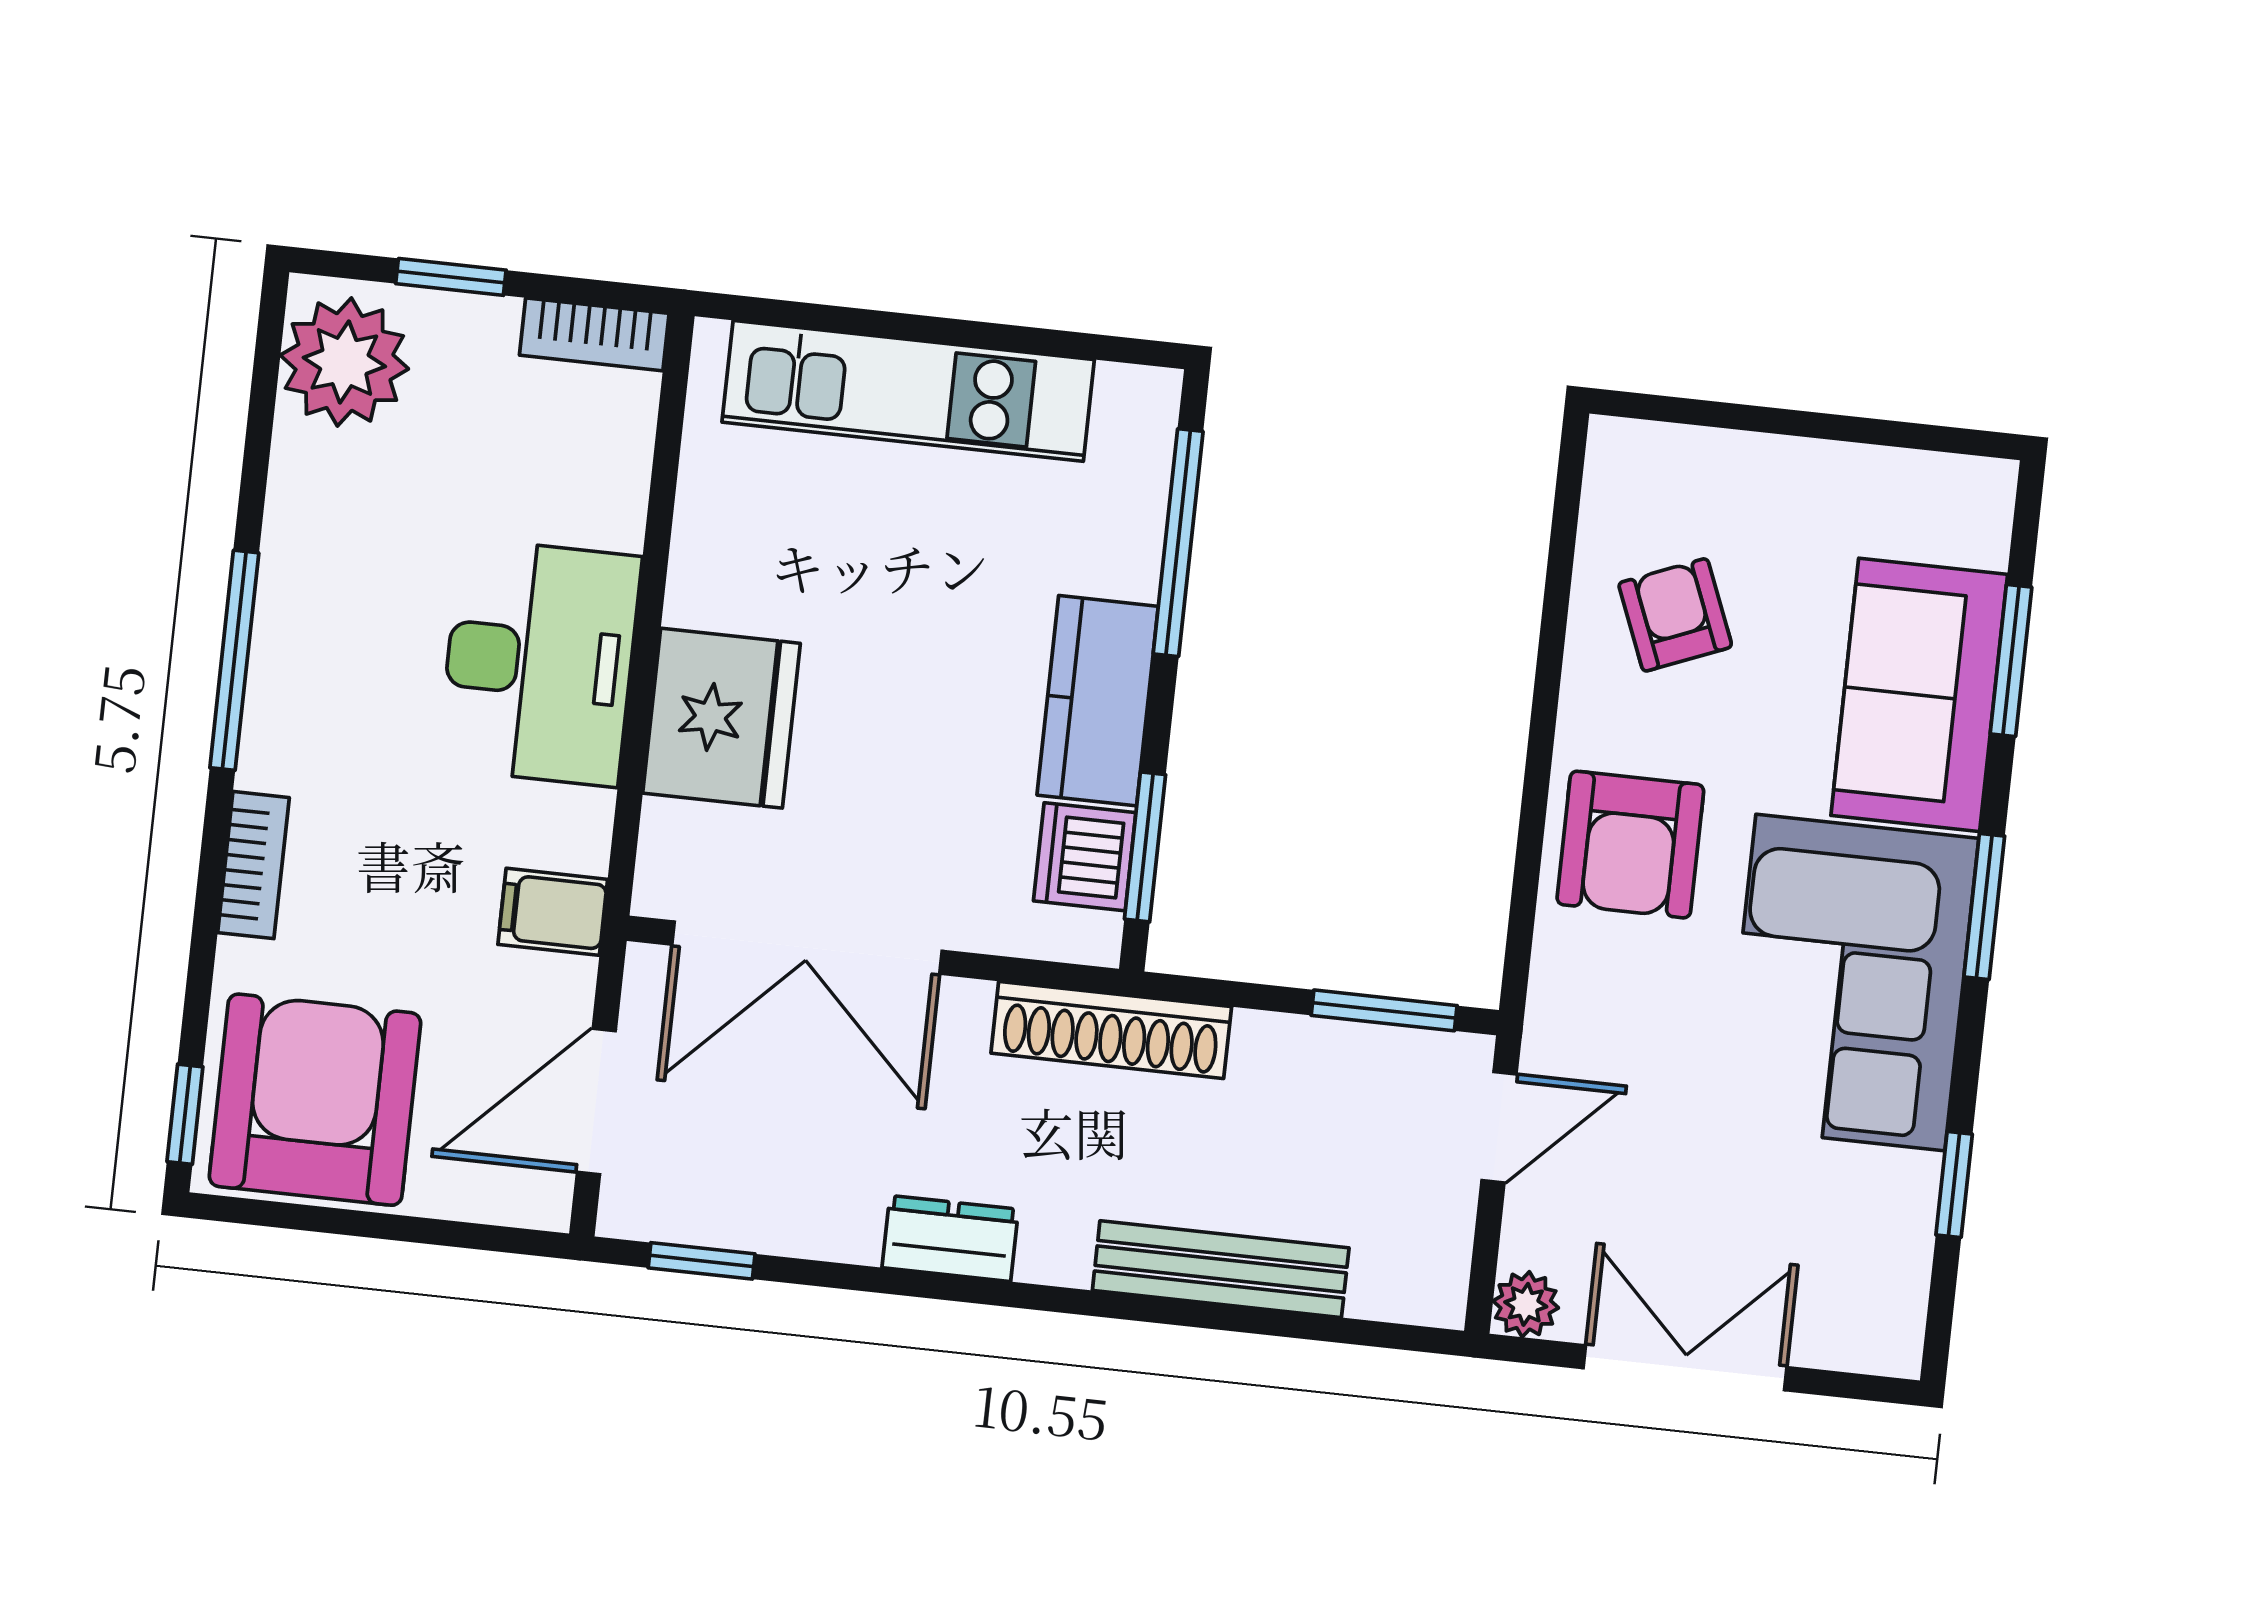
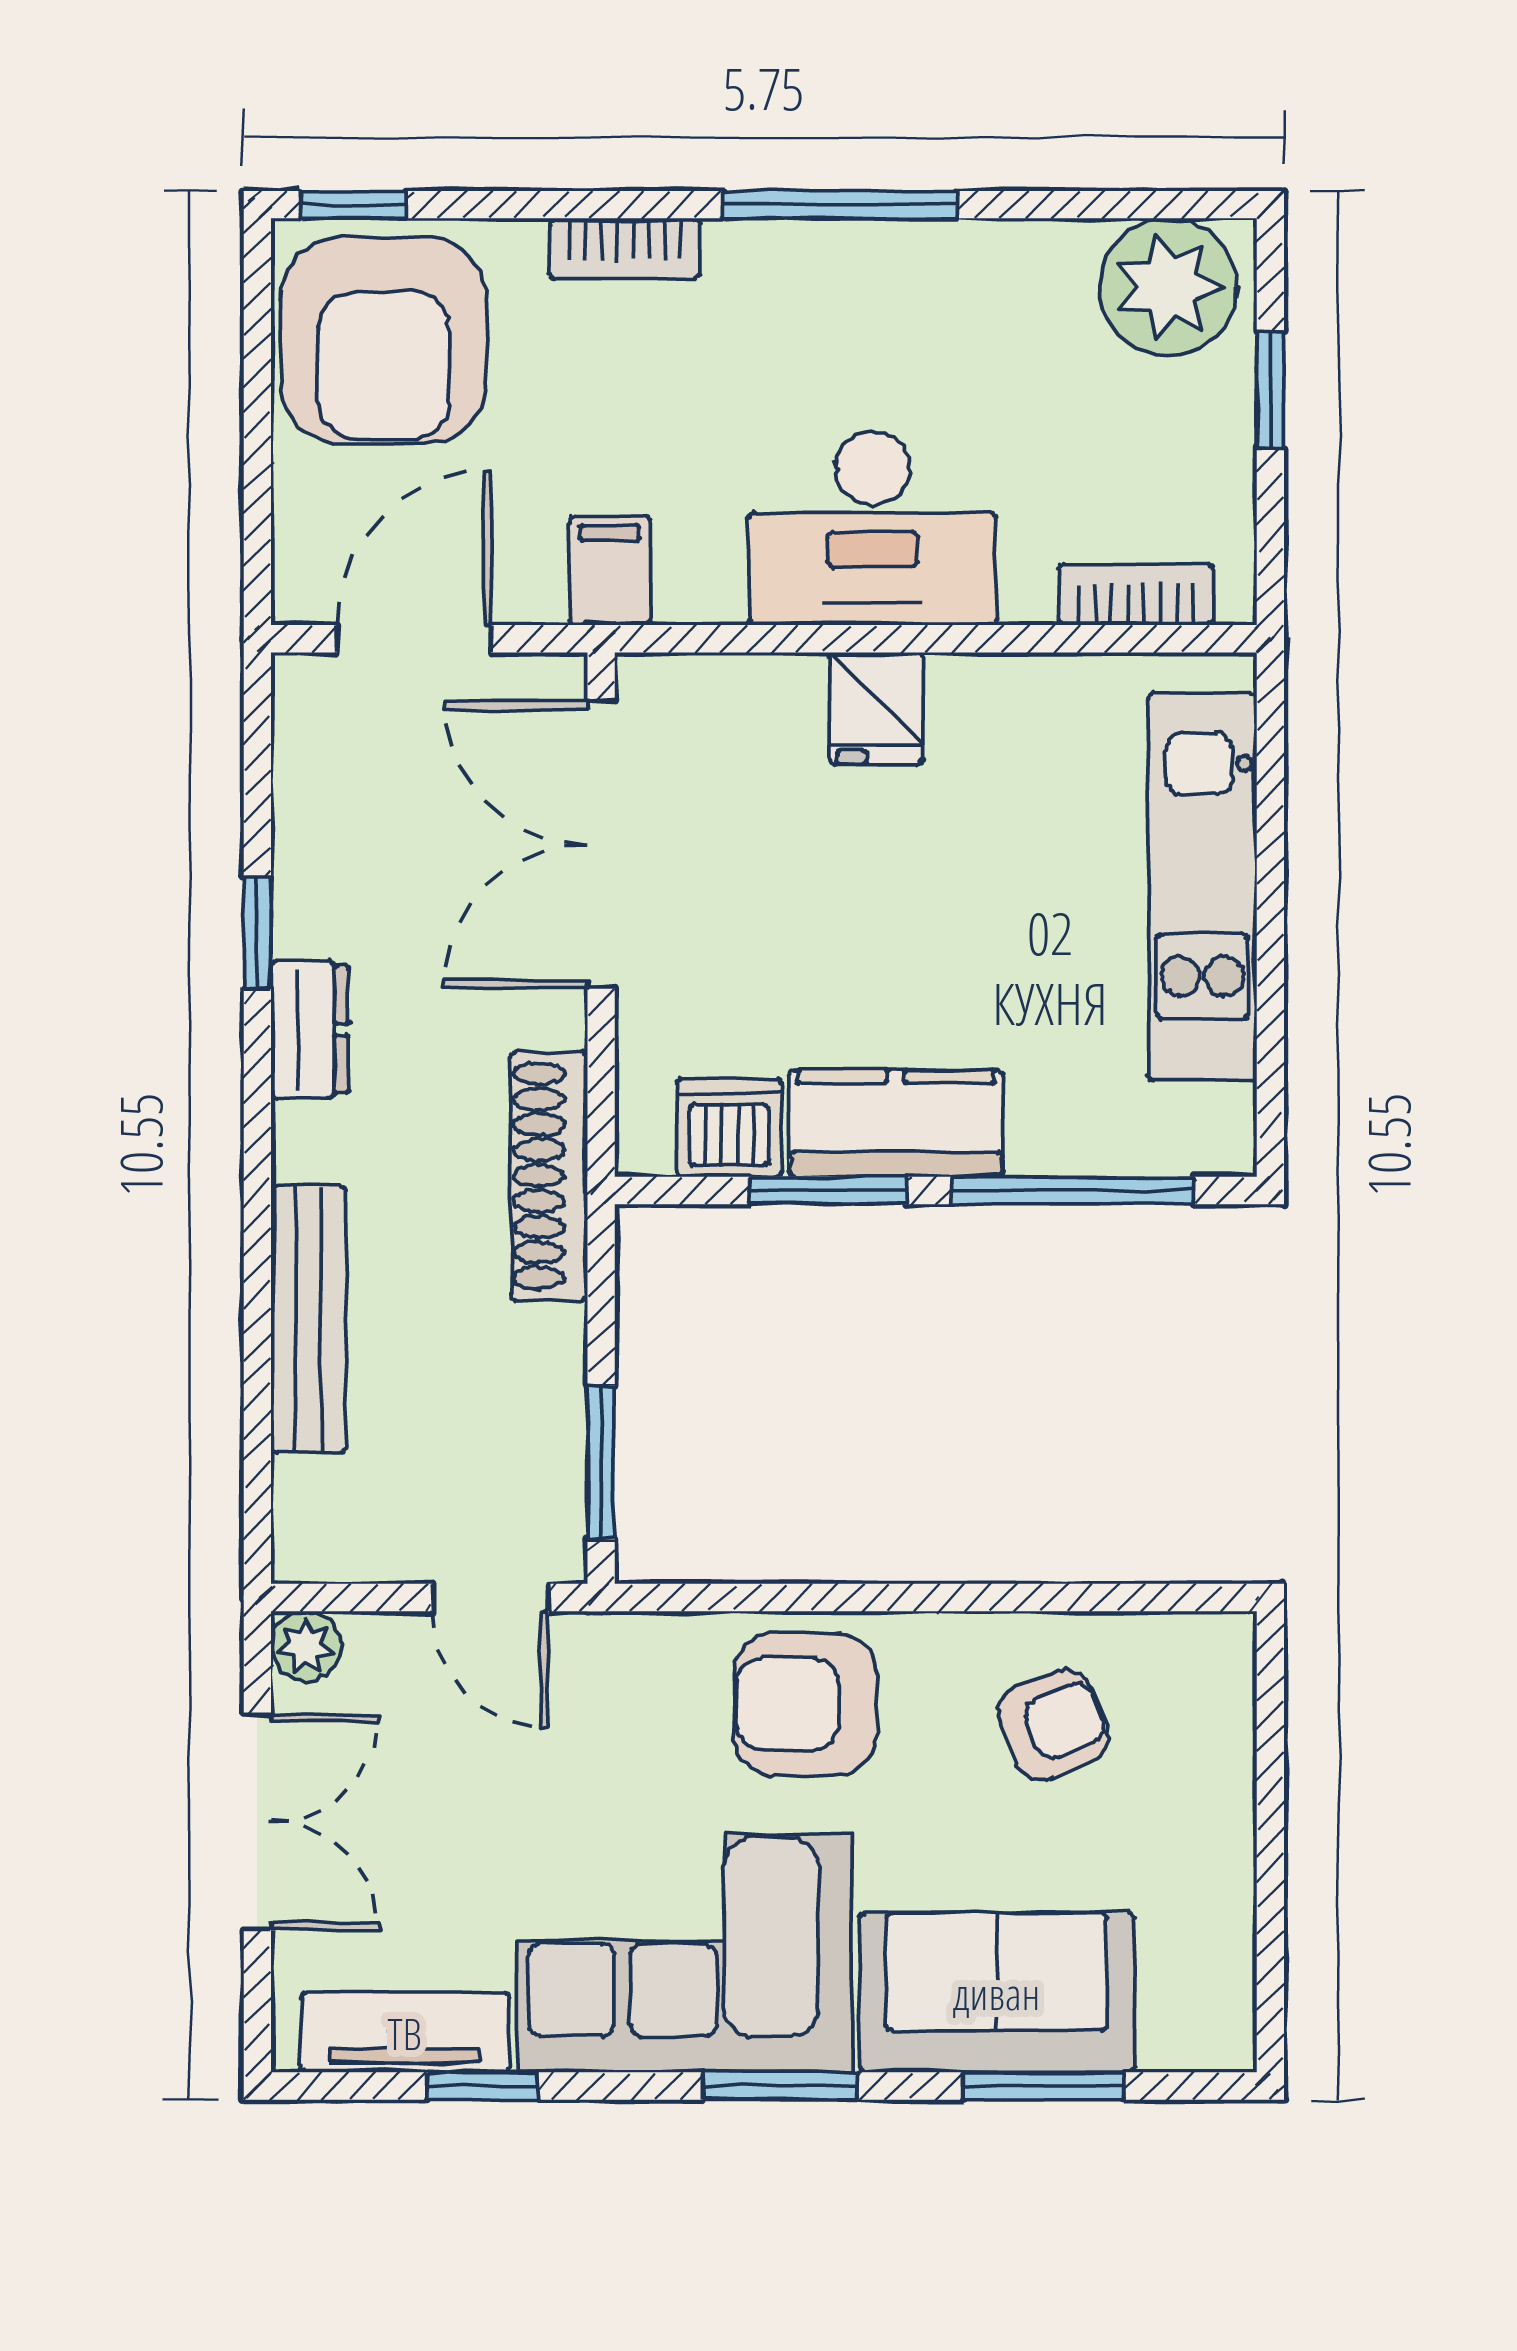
bookcase: (594, 334) -> (1136, 594), moved, turned 90
fridge: (721, 718) -> (876, 708), width x0.53, depth x0.75
window: (1145, 847) -> (828, 1191), moved
armchair: (315, 1100) -> (384, 341), turned 90
door: (596, 1101) -> (414, 639), hinge flipped
tv unit: (1896, 1251) -> (405, 2033), added
window: (702, 1261) -> (257, 933), moved

